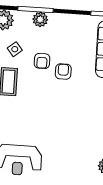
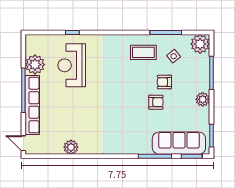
plant: (40, 19) -> (203, 99), moved

